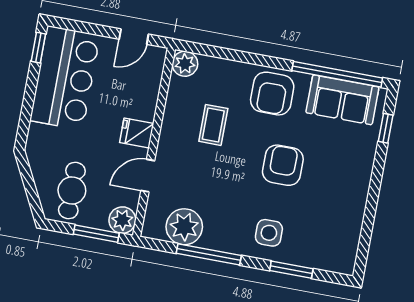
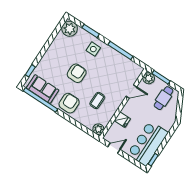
fridge: (137, 133) -> (122, 120), moved
armchair: (283, 165) -> (77, 73), turned 180
plant: (184, 227) -> (70, 29), moved

